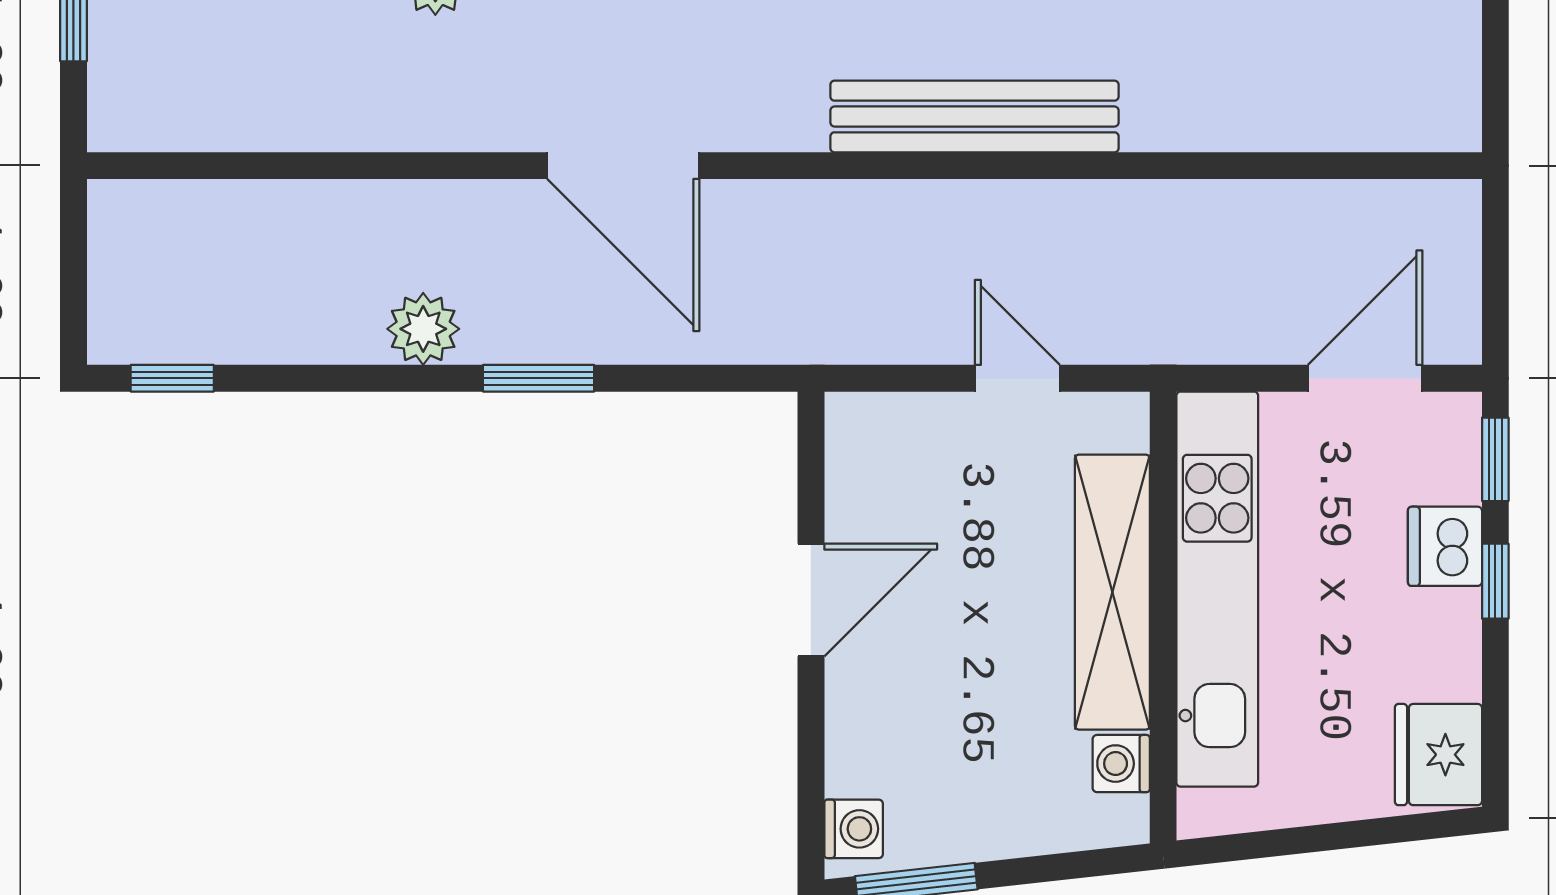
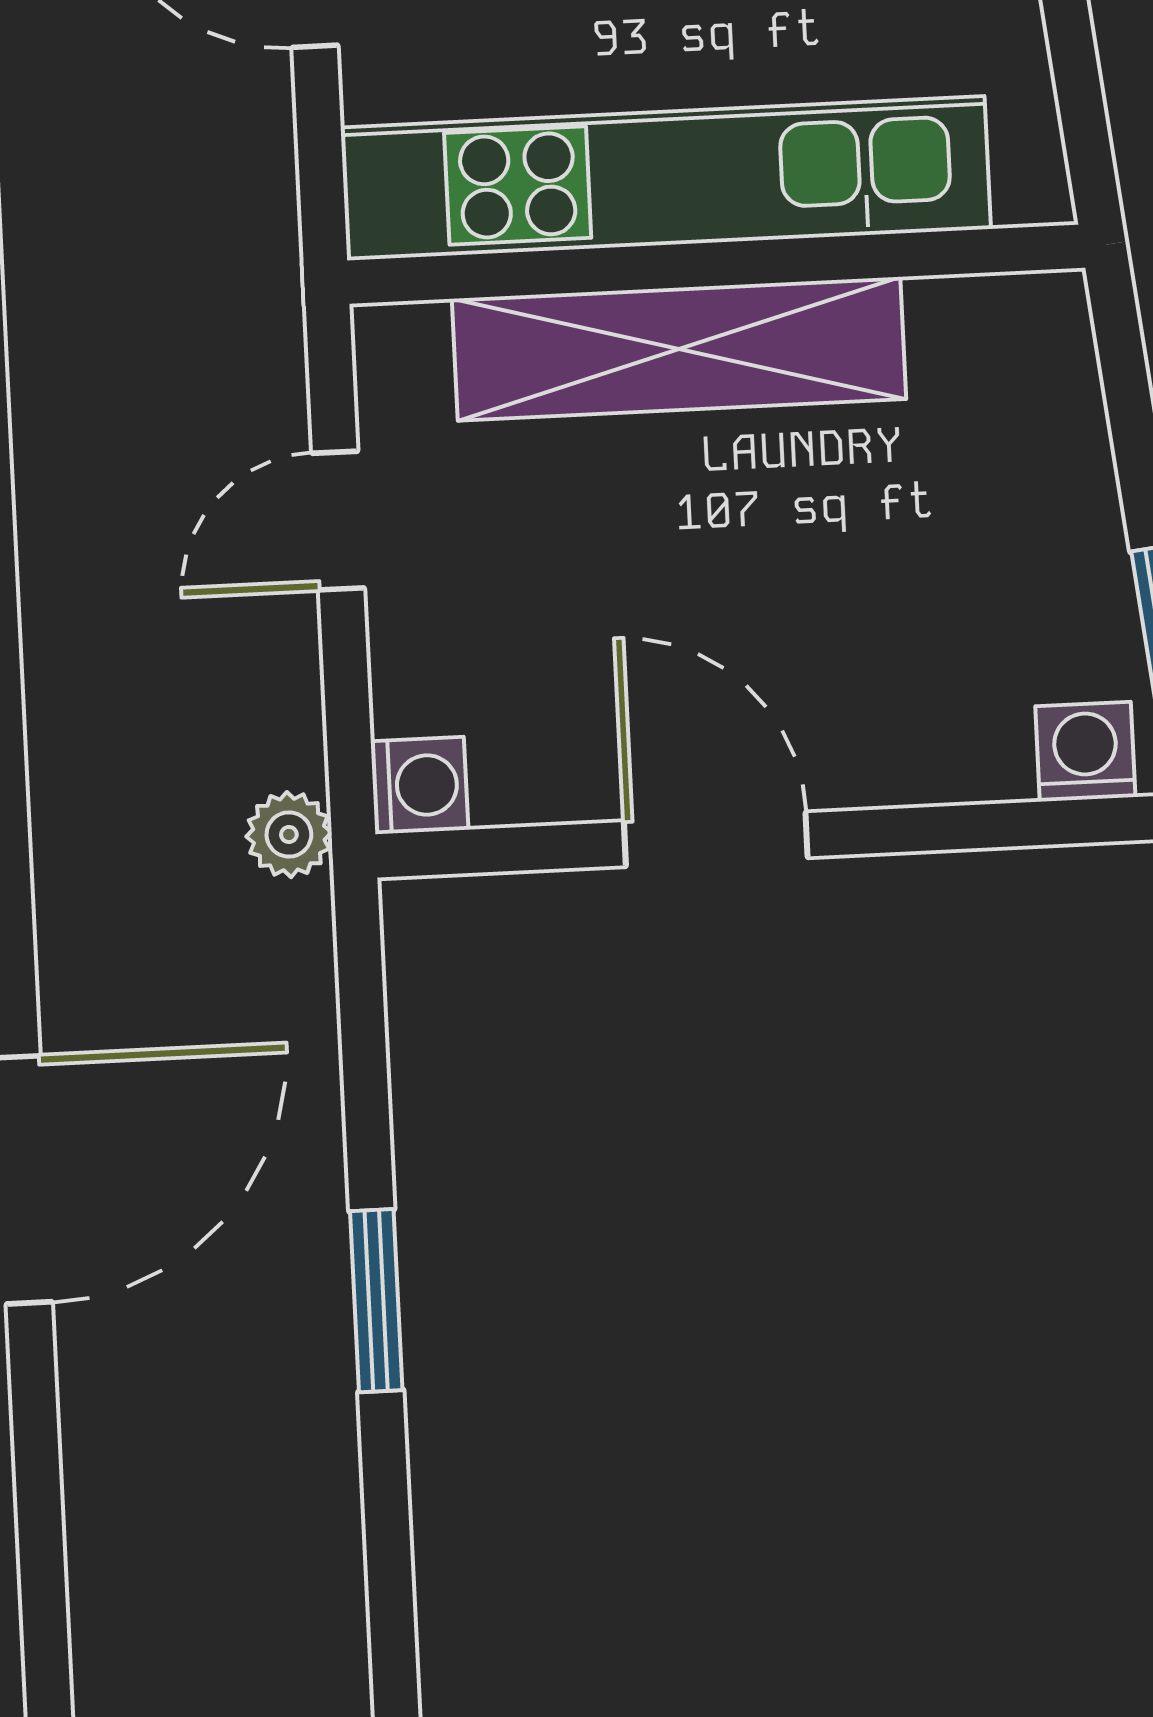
plant: (423, 329) -> (289, 835), moved, width x0.73, depth x0.73
washing machine: (1121, 764) -> (419, 785), moved, turned -90

